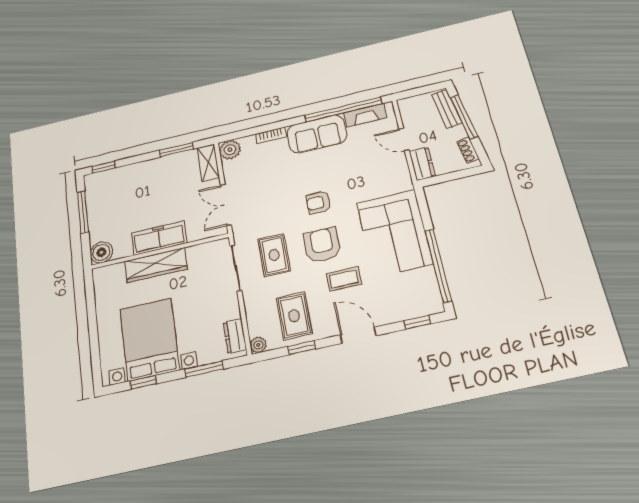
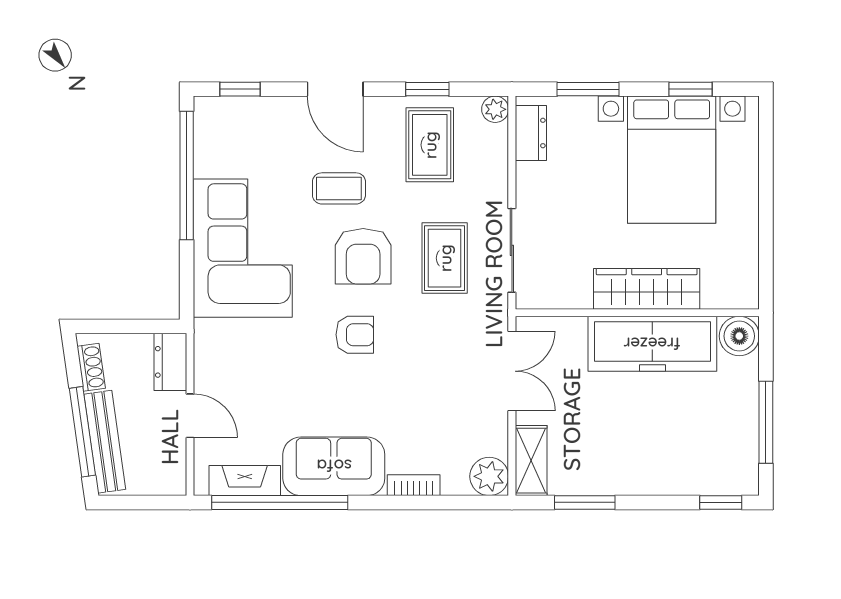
bench: (447, 109) -> (105, 442), width x1.36
freezer: (159, 238) -> (652, 344), width x1.36, depth x1.26

